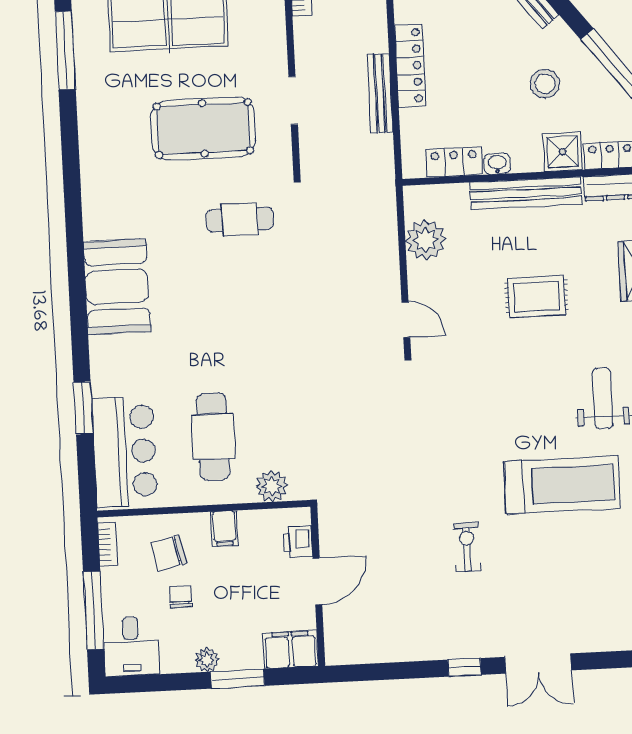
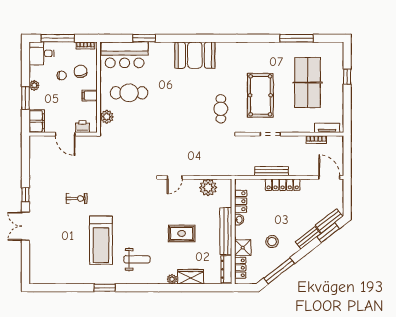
rug: (537, 296) -> (182, 233), turned 90

